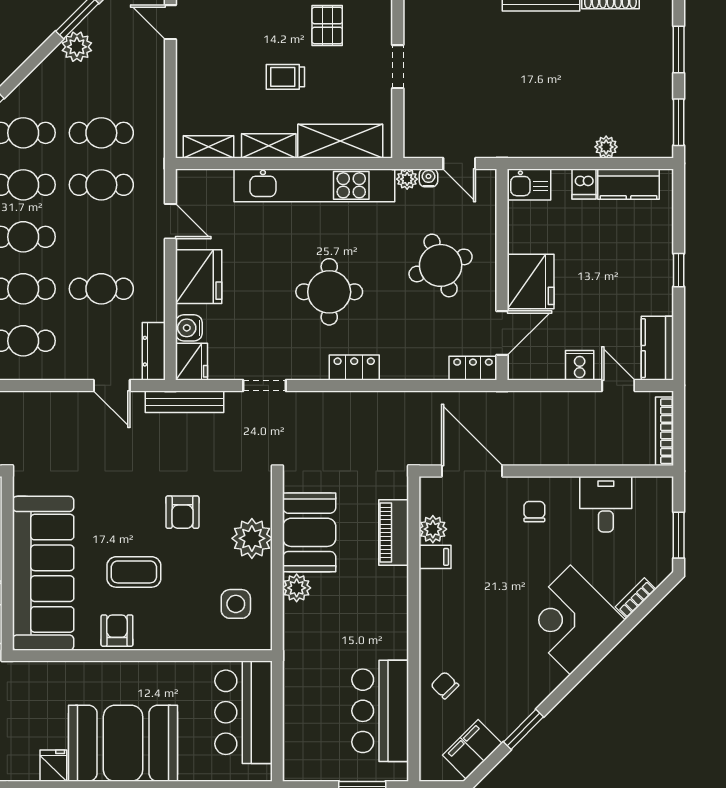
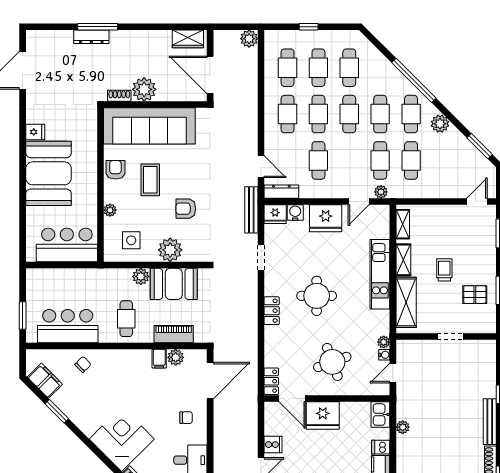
plant: (77, 47) -> (440, 124), moved
plant: (606, 147) -> (403, 427), moved
plant: (154, 184) -> (381, 192), added
kitchen unit: (314, 185) -> (380, 274), width x0.73
door: (112, 385) -> (261, 167), swing flipped
cafe table: (368, 612) -> (126, 319), added
armchair: (117, 631) -> (115, 170), turned -90
plant: (185, 640) -> (110, 210), added

